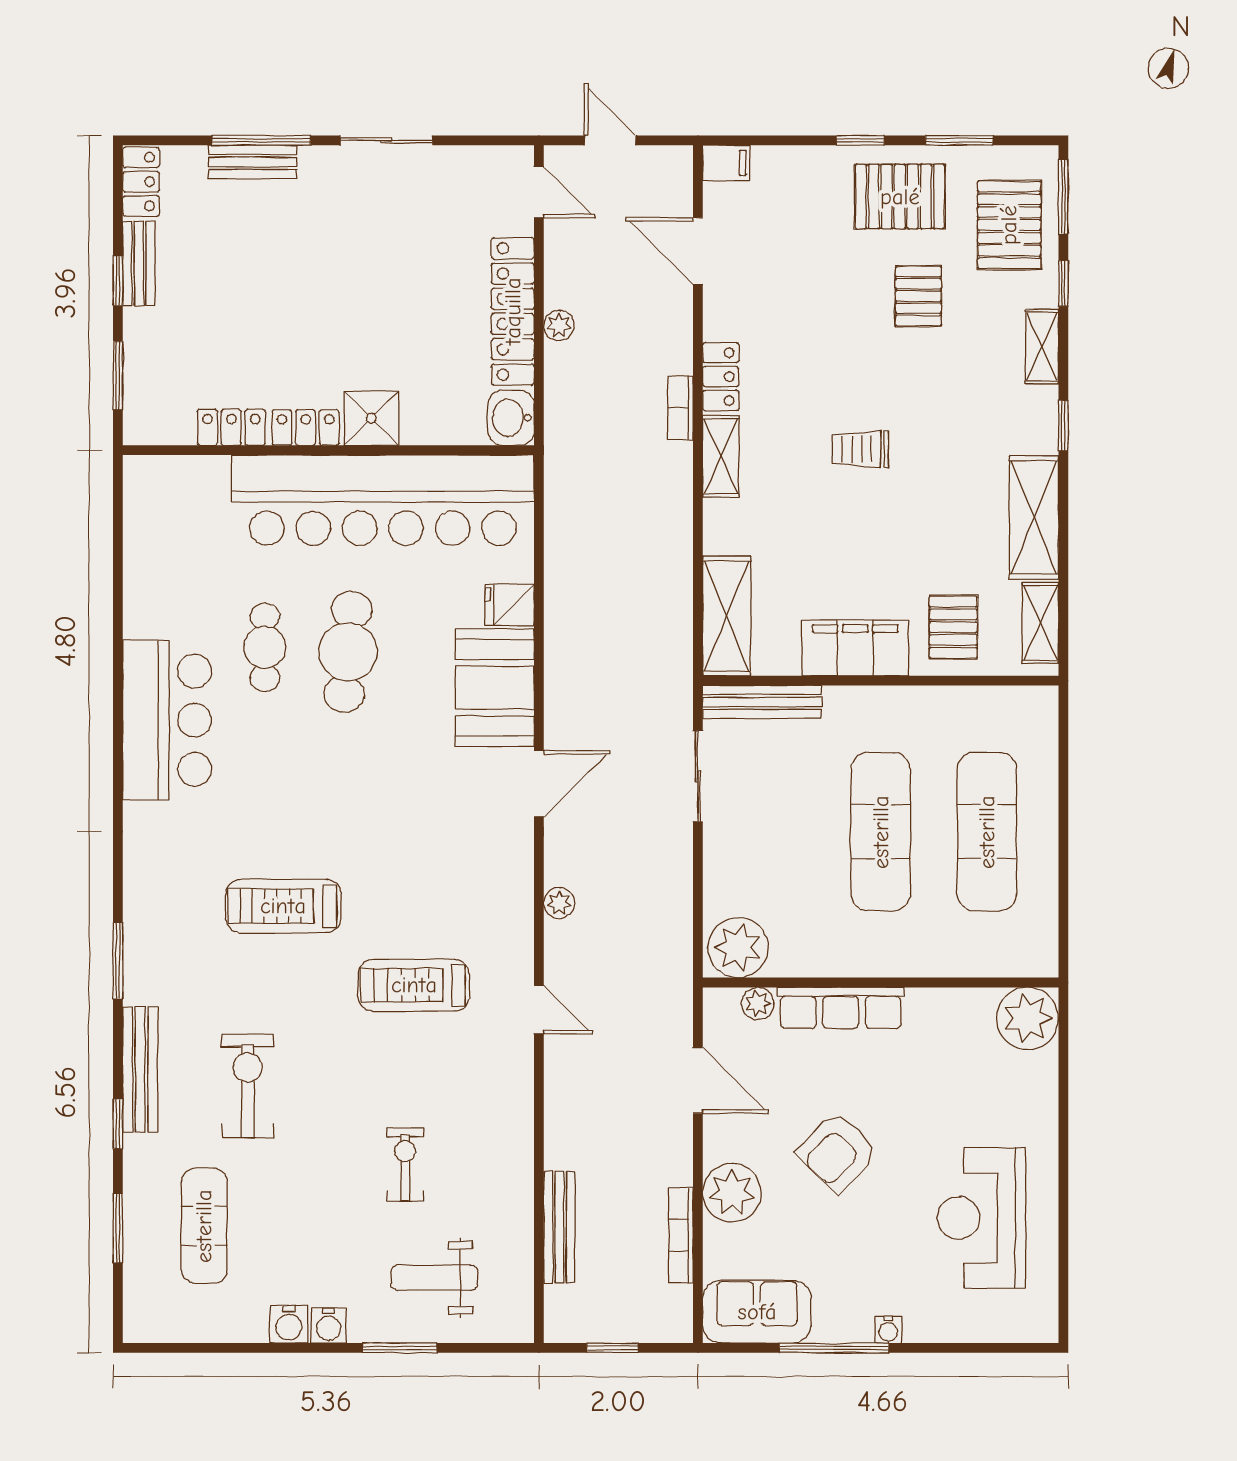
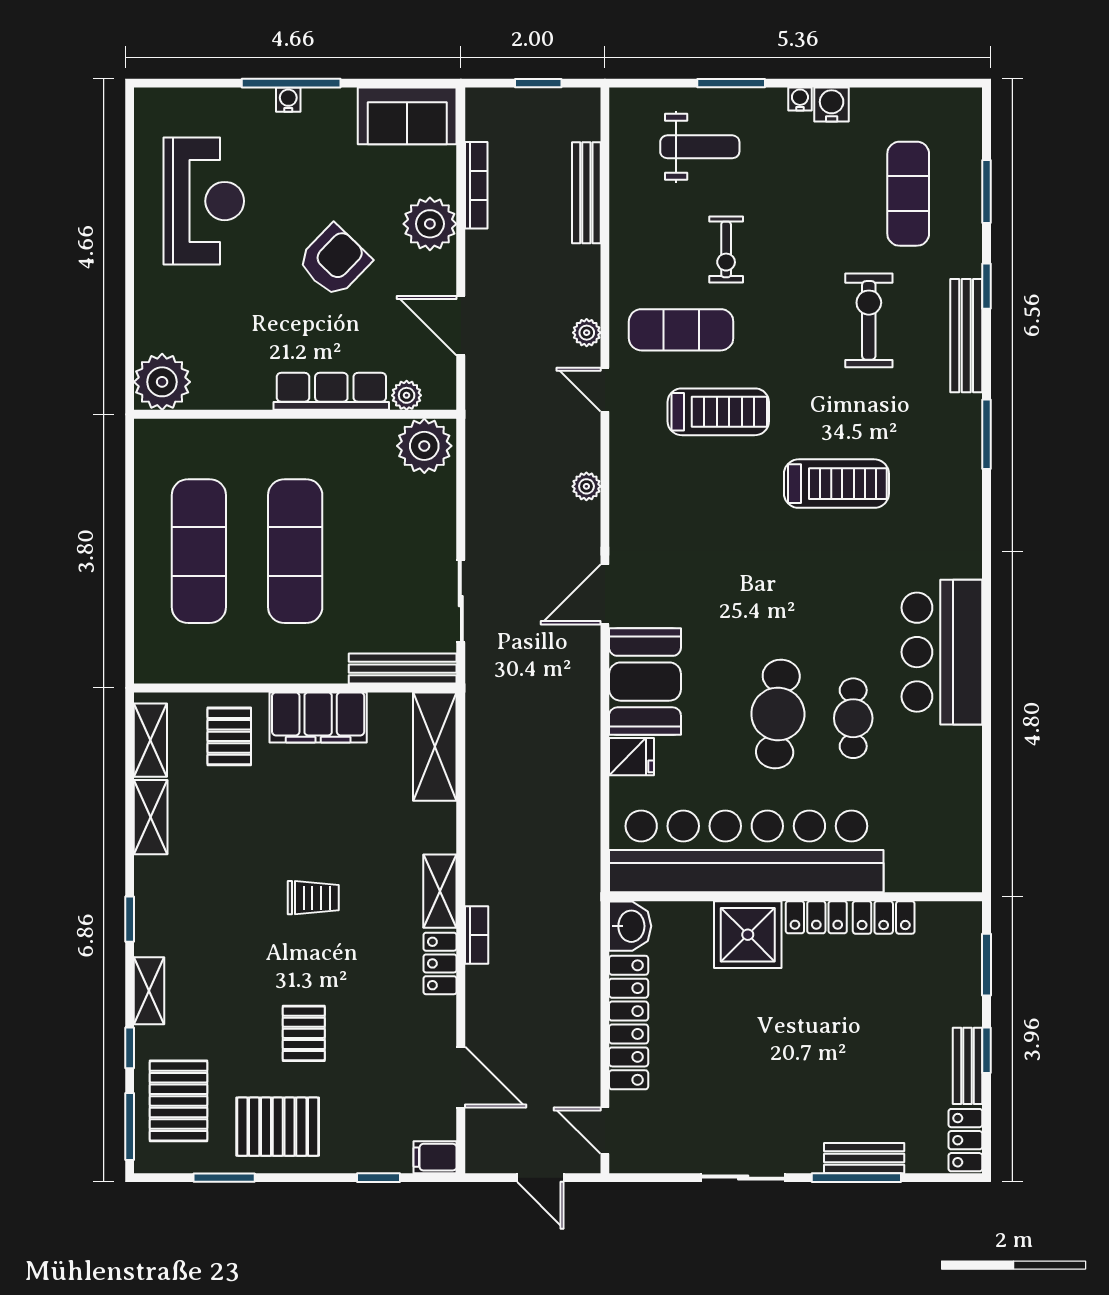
window: (860, 140) -> (378, 1178), moved
pallet: (918, 296) -> (304, 1033), moved
plant: (559, 325) -> (587, 333), moved
shower: (371, 418) -> (748, 935), width x1.36, depth x1.36
shelving: (1034, 518) -> (151, 817), width x0.67, depth x0.75
exercise mat: (455, 1076) -> (681, 330), added
exercise bike: (248, 1086) -> (869, 320), turned 180
water cooler: (329, 1325) -> (800, 99), width x0.72, depth x0.72
window: (834, 1348) -> (291, 83), moved

